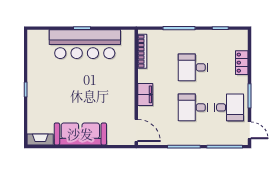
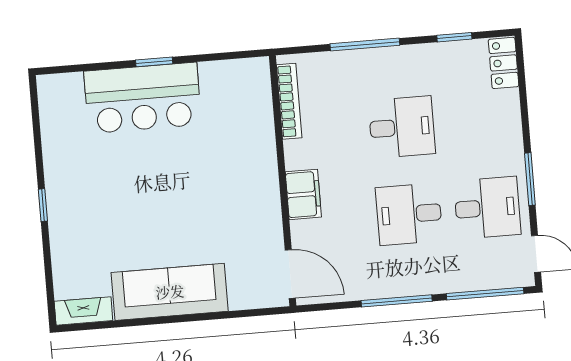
bar counter: (85, 44) -> (143, 98), width x0.73
locker: (242, 63) -> (504, 63), moved
desk: (193, 67) -> (402, 127), turned 180

